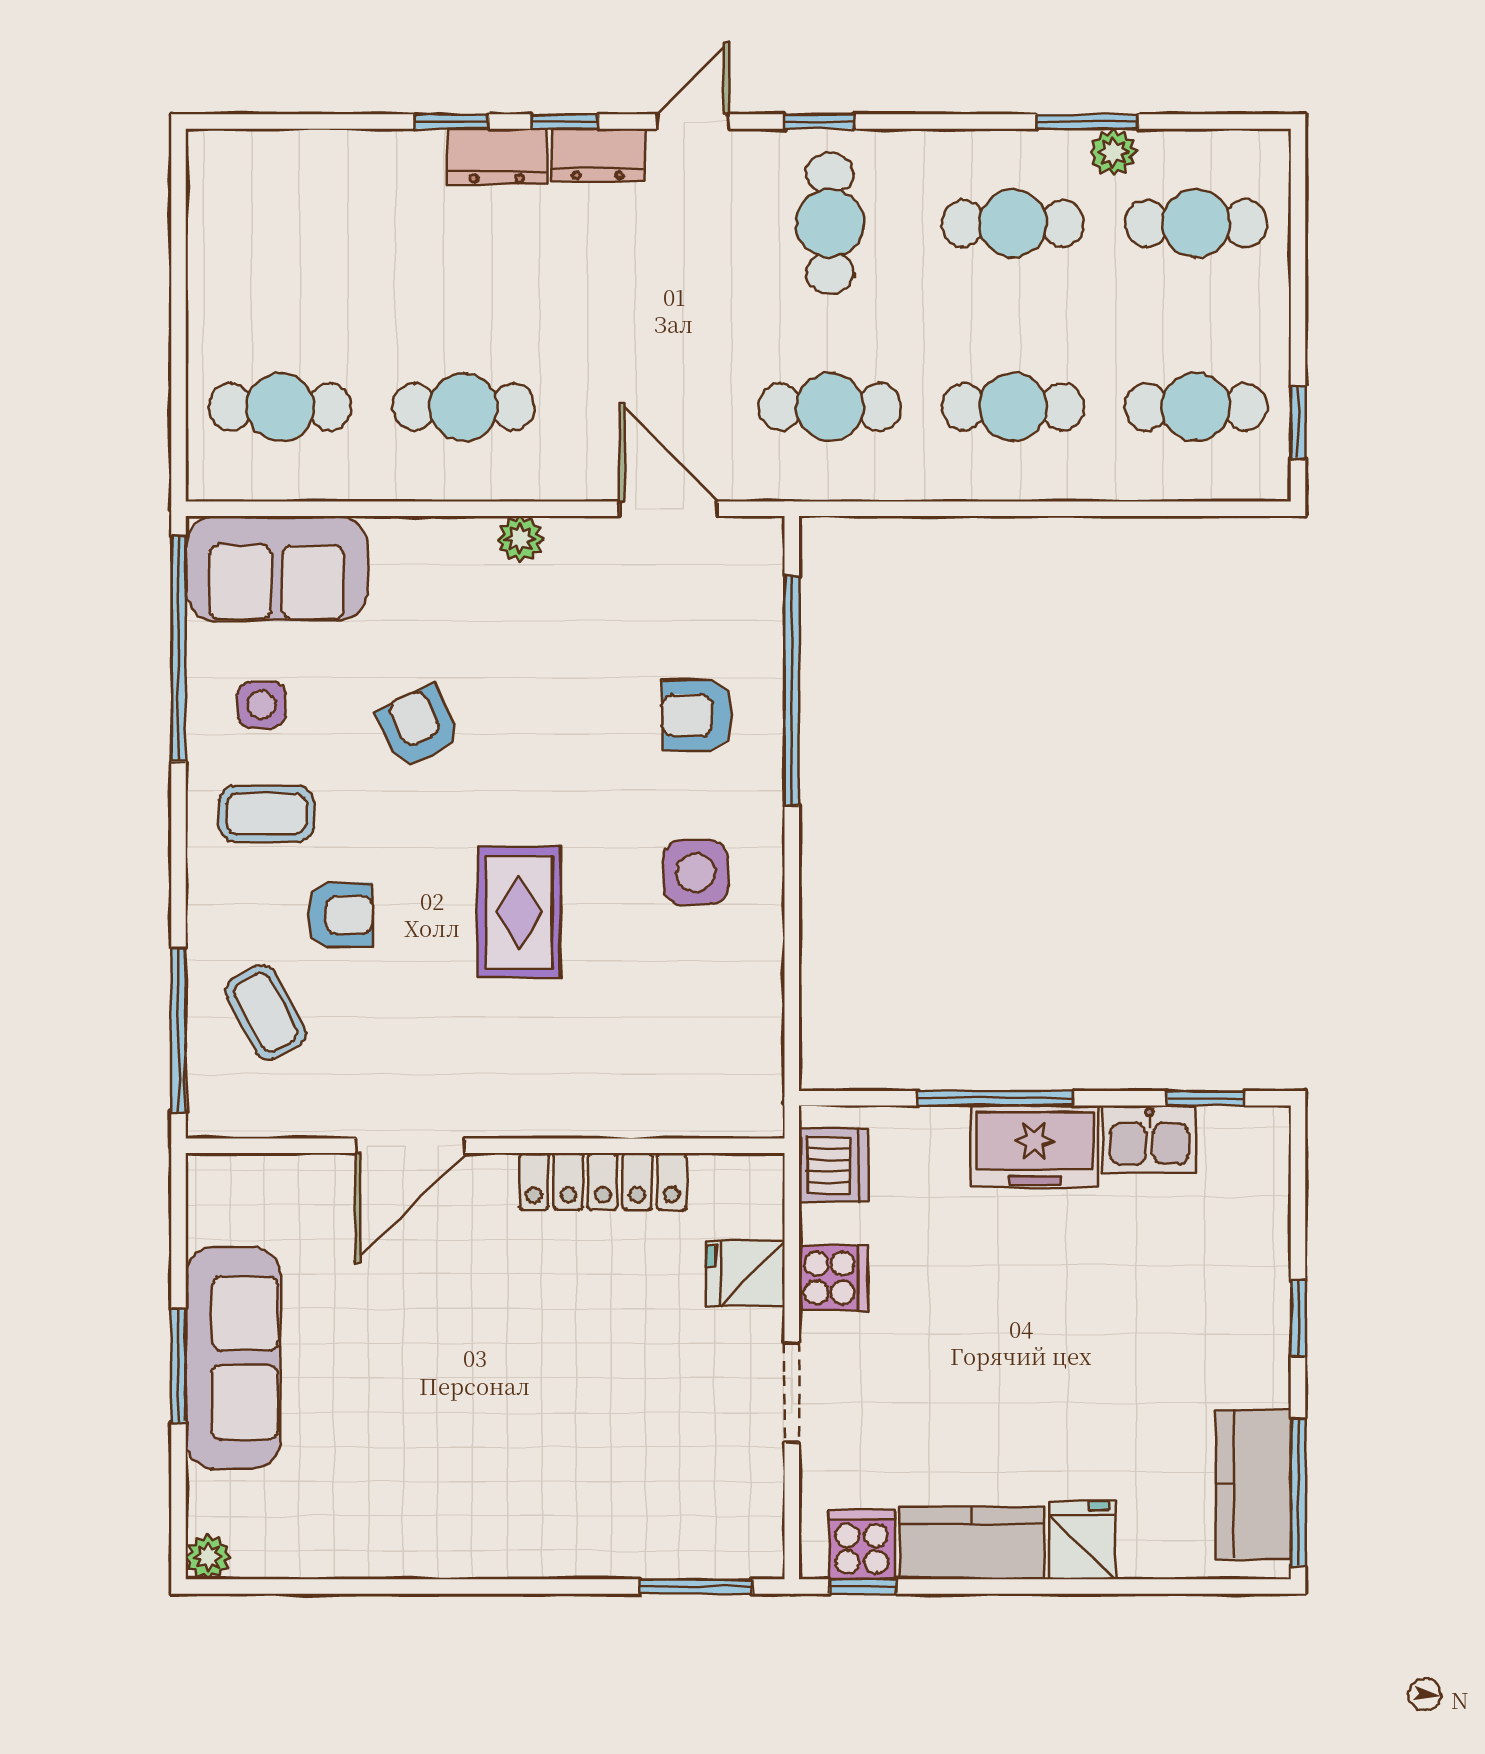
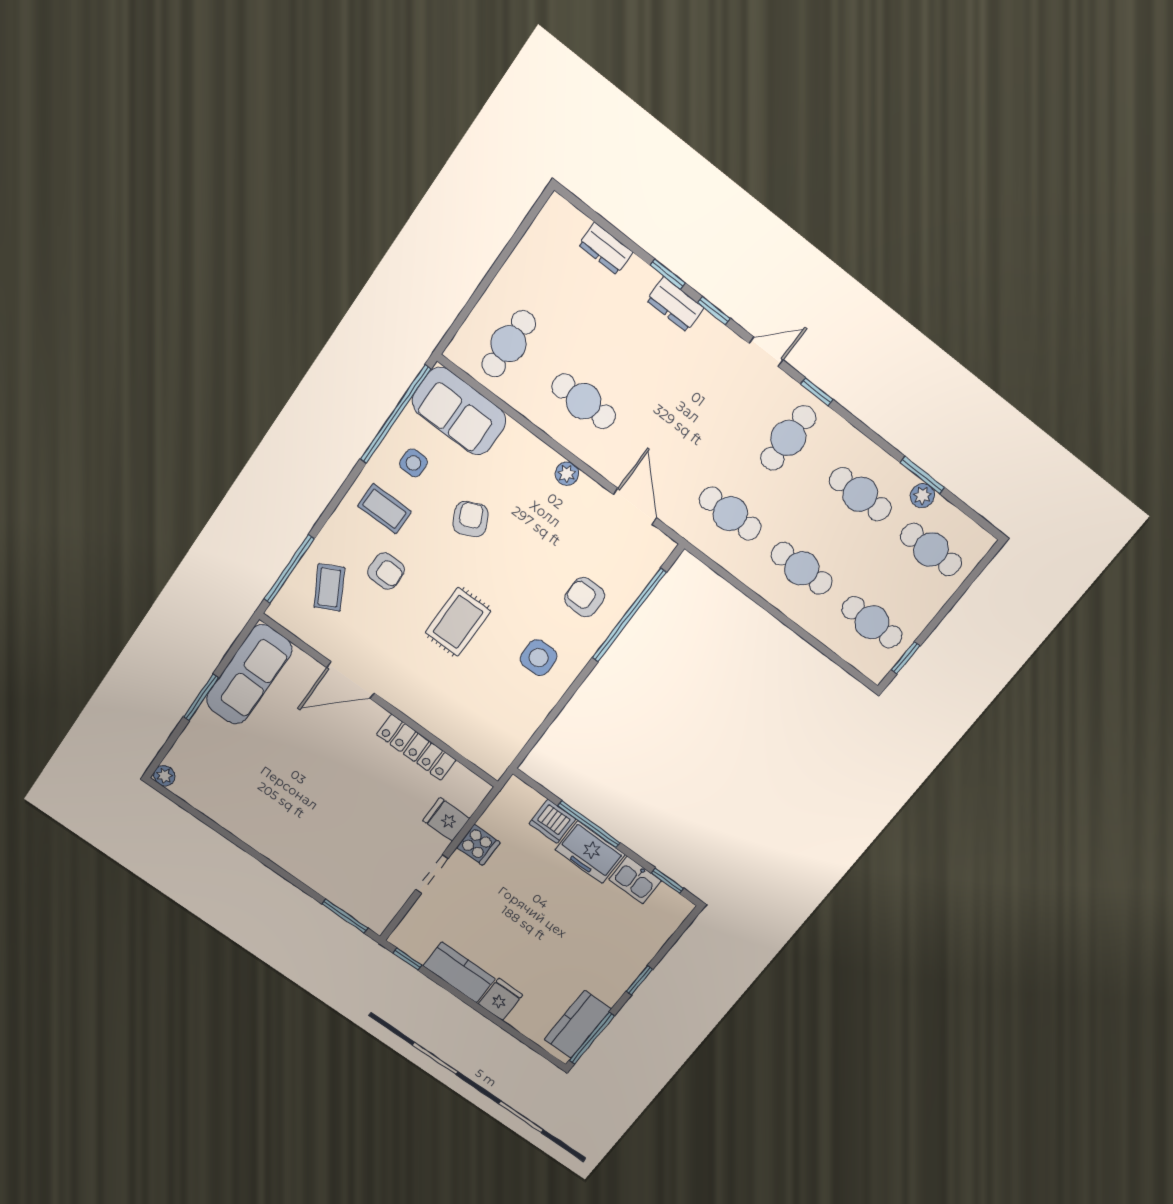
dresser: (598, 155) -> (606, 248), moved
cafe table: (280, 407) -> (508, 344), turned 90
dishwasher: (834, 1165) -> (552, 821), moved, turned 90
sofa: (233, 1358) -> (249, 674), moved
cooker: (862, 1545) -> (418, 945), removed

